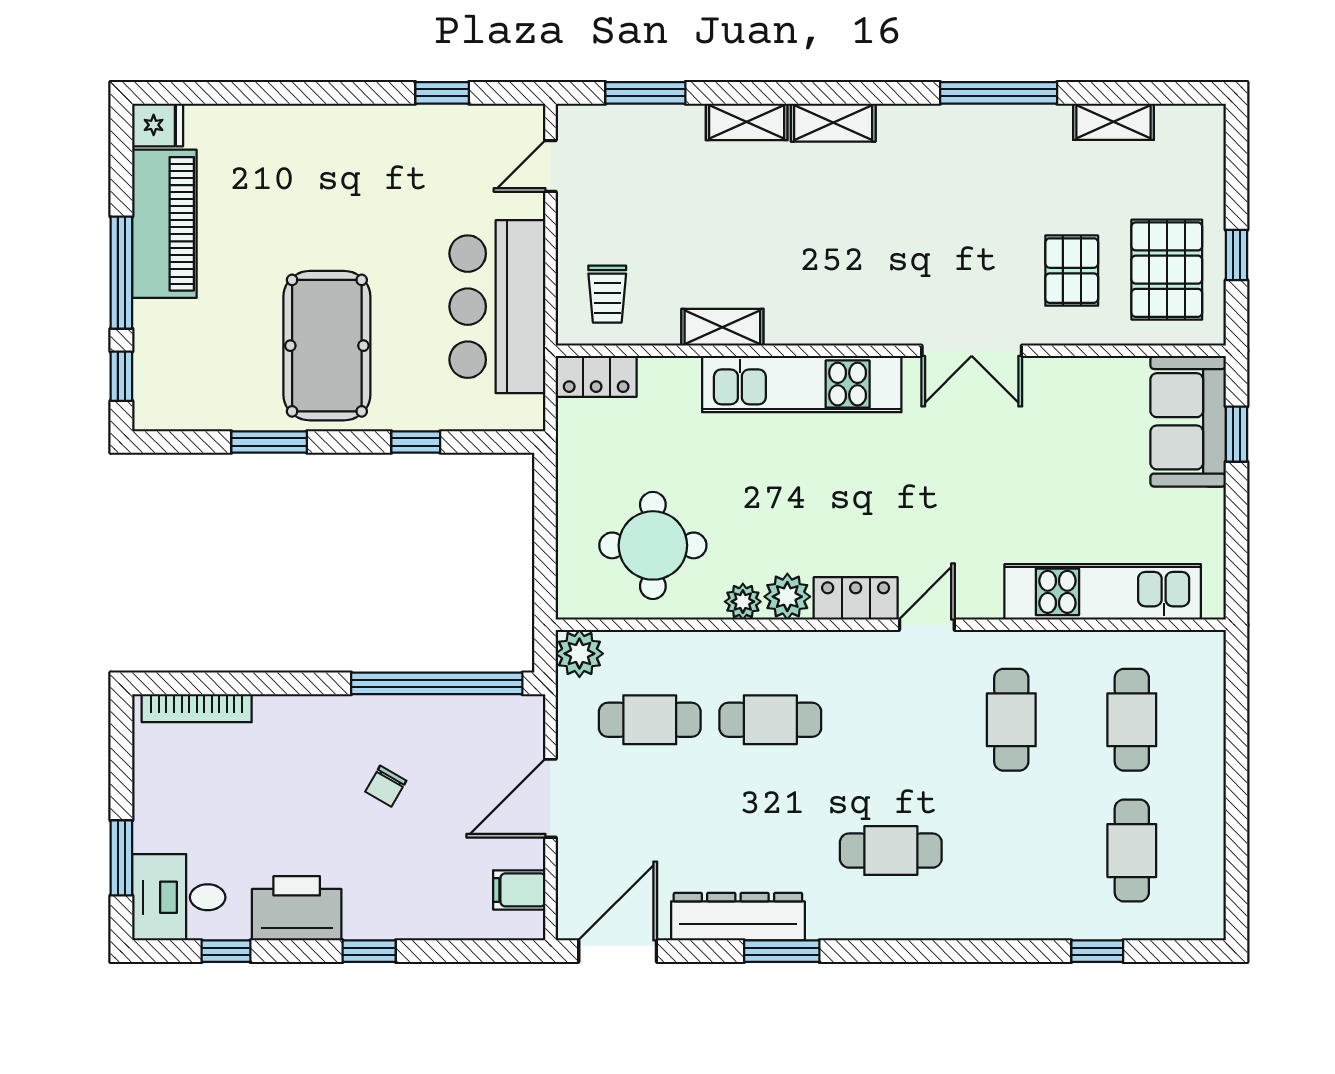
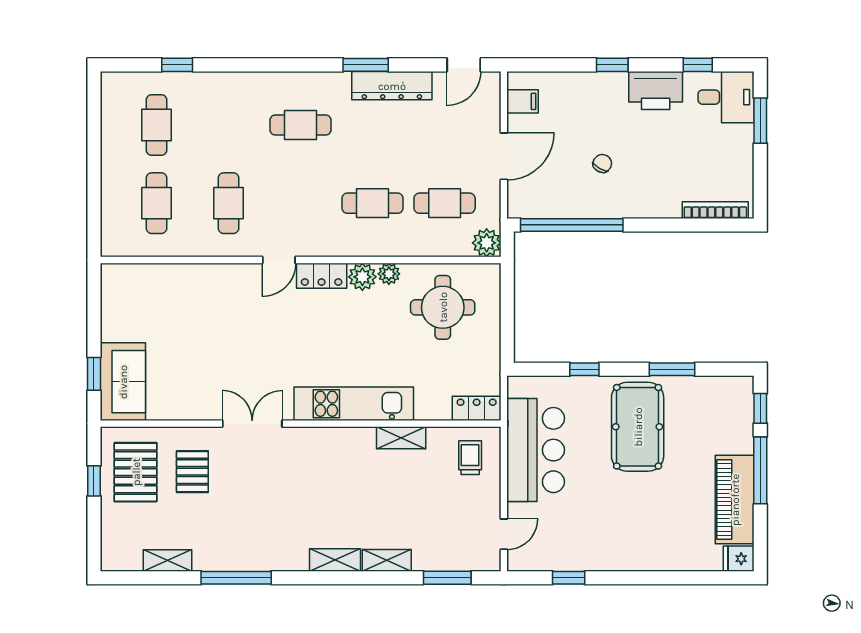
kitchen unit: (1103, 592) -> (174, 280), removed
door: (618, 951) -> (464, 65), width x0.73

